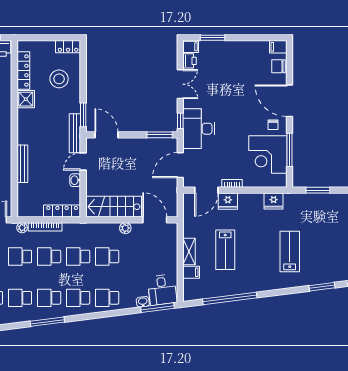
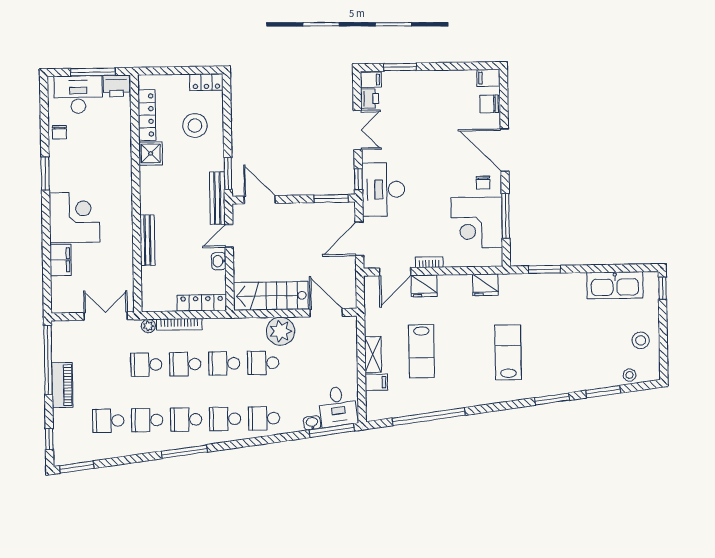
plant: (125, 228) -> (281, 331), width x1.87, depth x1.87

